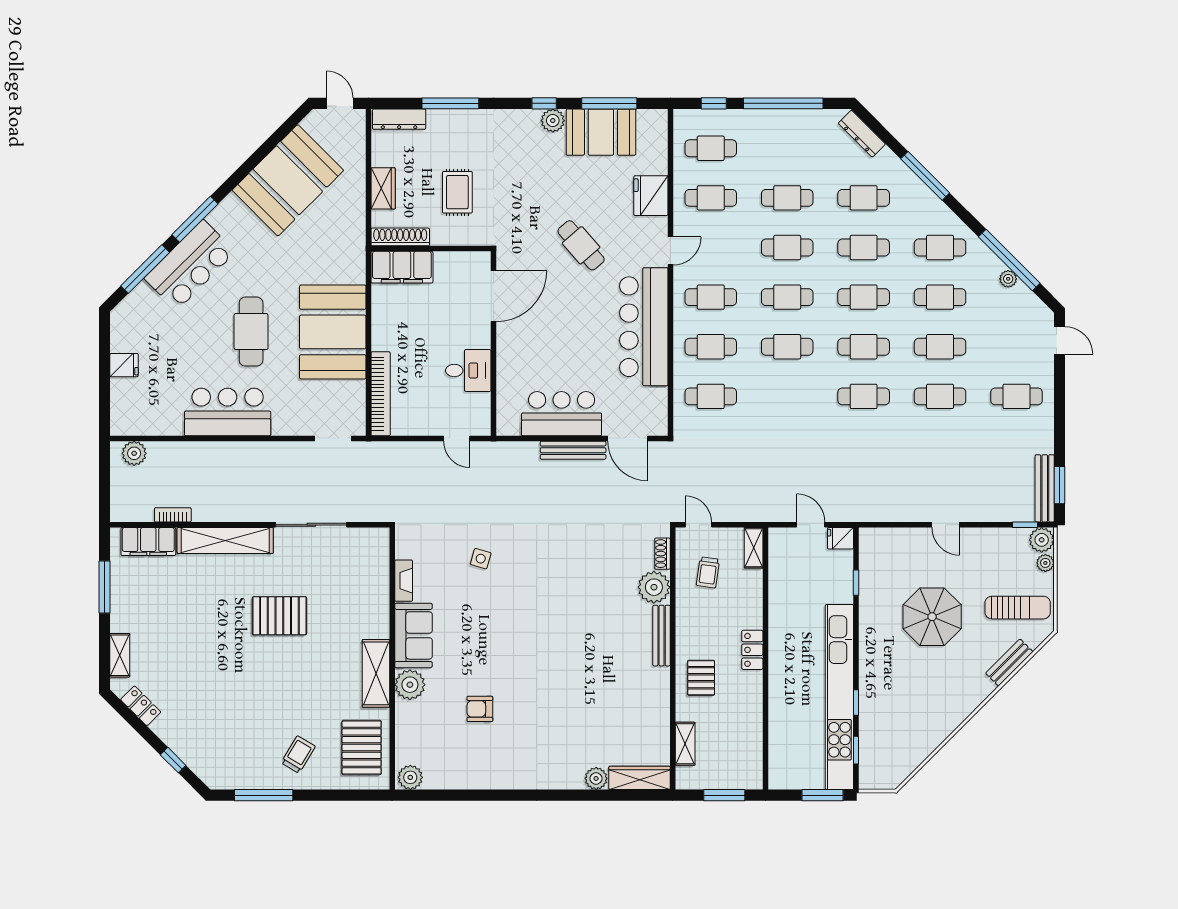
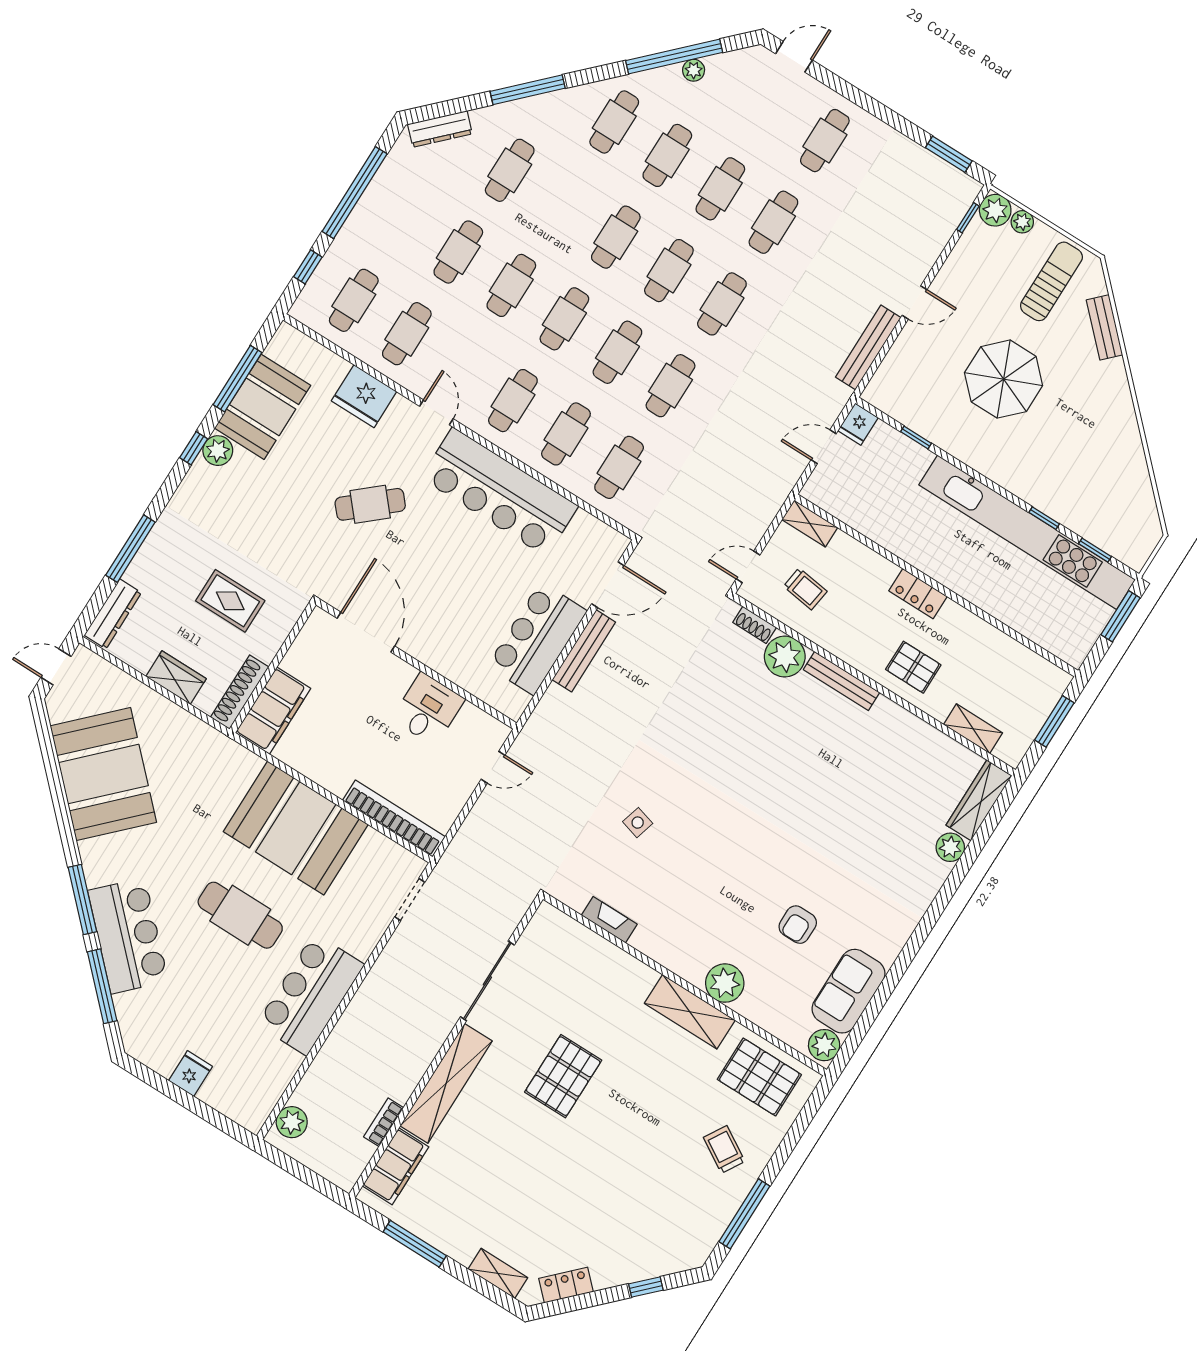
cafe table: (864, 247) -> (670, 386), moved
bench: (1045, 488) -> (868, 347), moved, turned 90
sofa: (413, 635) -> (849, 991), moved, turned -90

